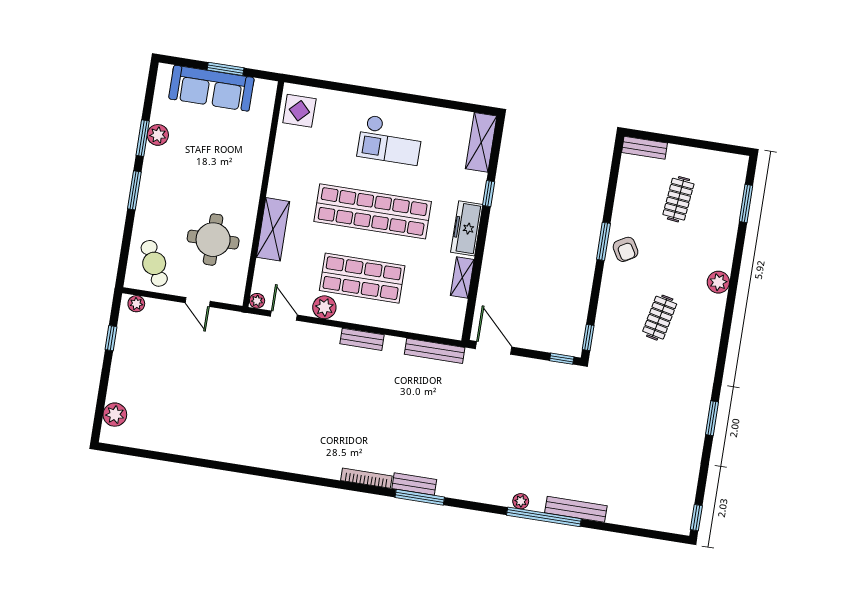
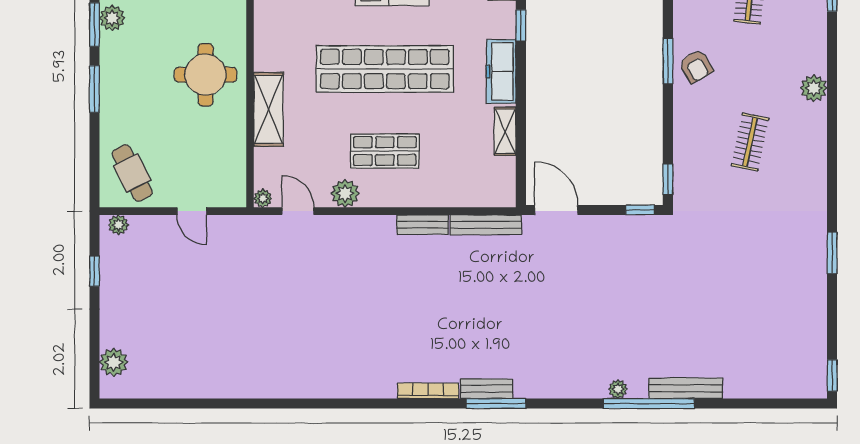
round table: (213, 240) -> (206, 75), moved
shop shelf: (362, 278) -> (385, 151), width x0.70, depth x0.74
bench: (362, 339) -> (423, 225), moved

